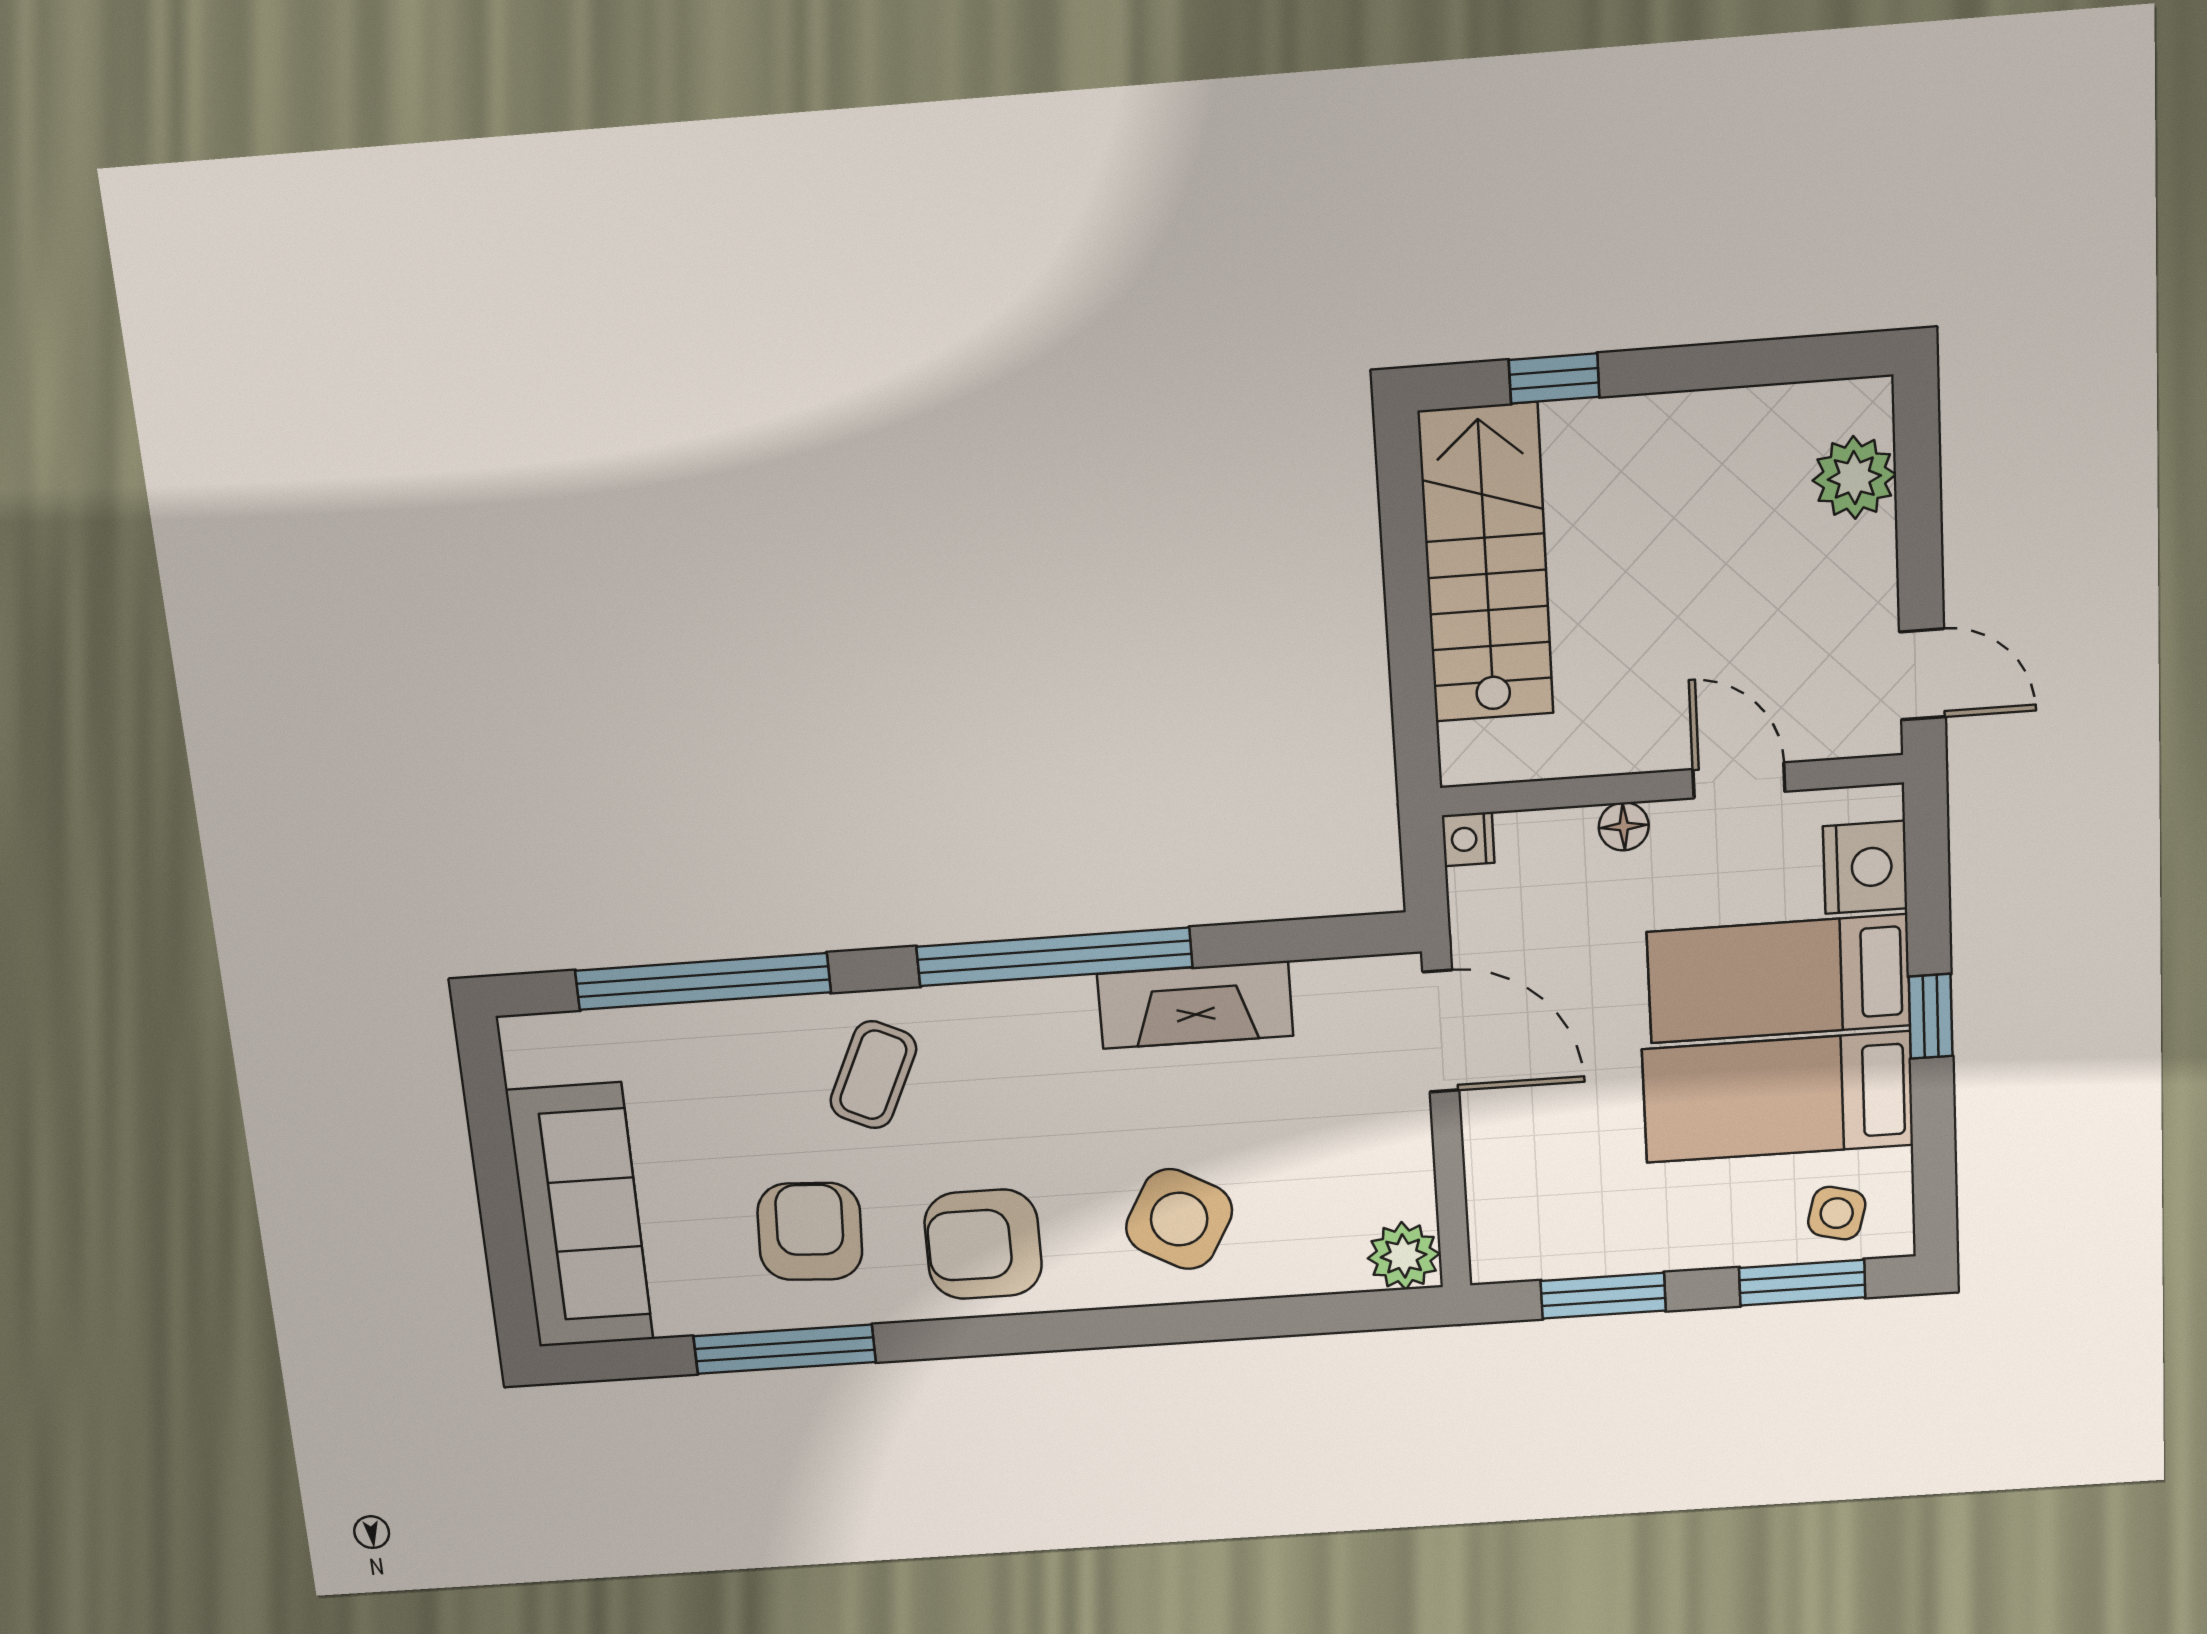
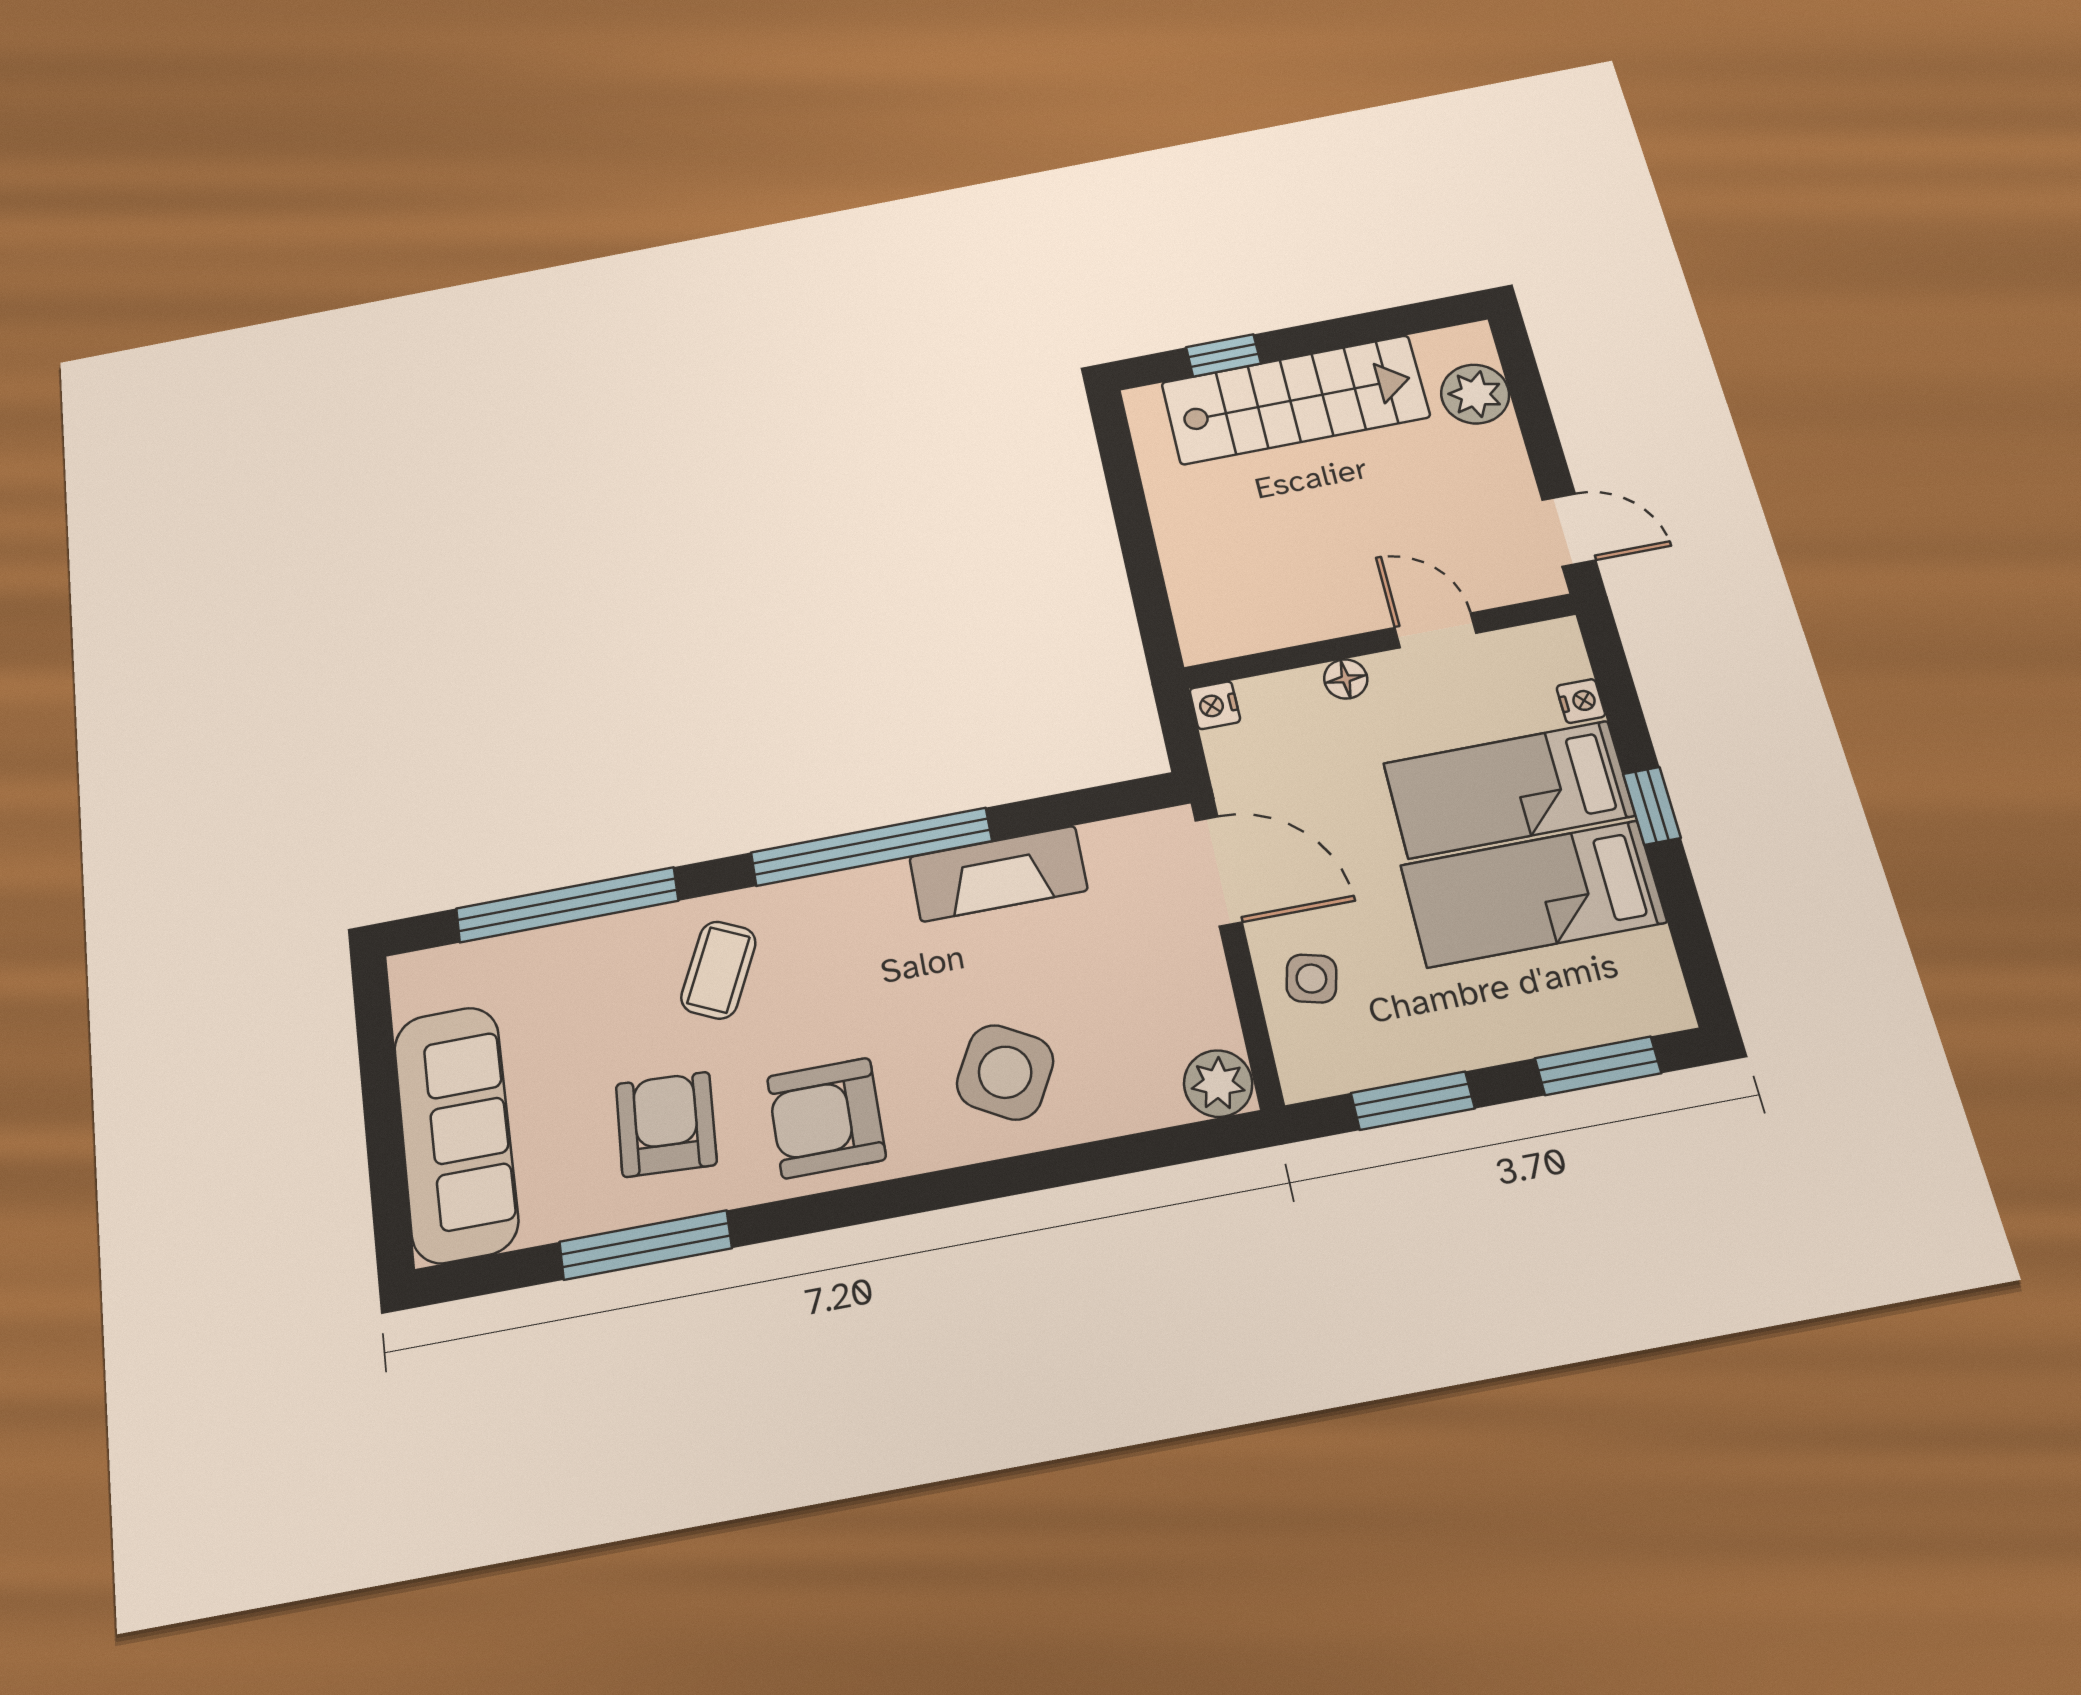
stairs: (1486, 563) -> (1295, 400), moved, turned 90
nightstand: (1865, 867) -> (1581, 701), width x0.53, depth x0.56
side table: (1837, 1213) -> (1311, 979), moved

